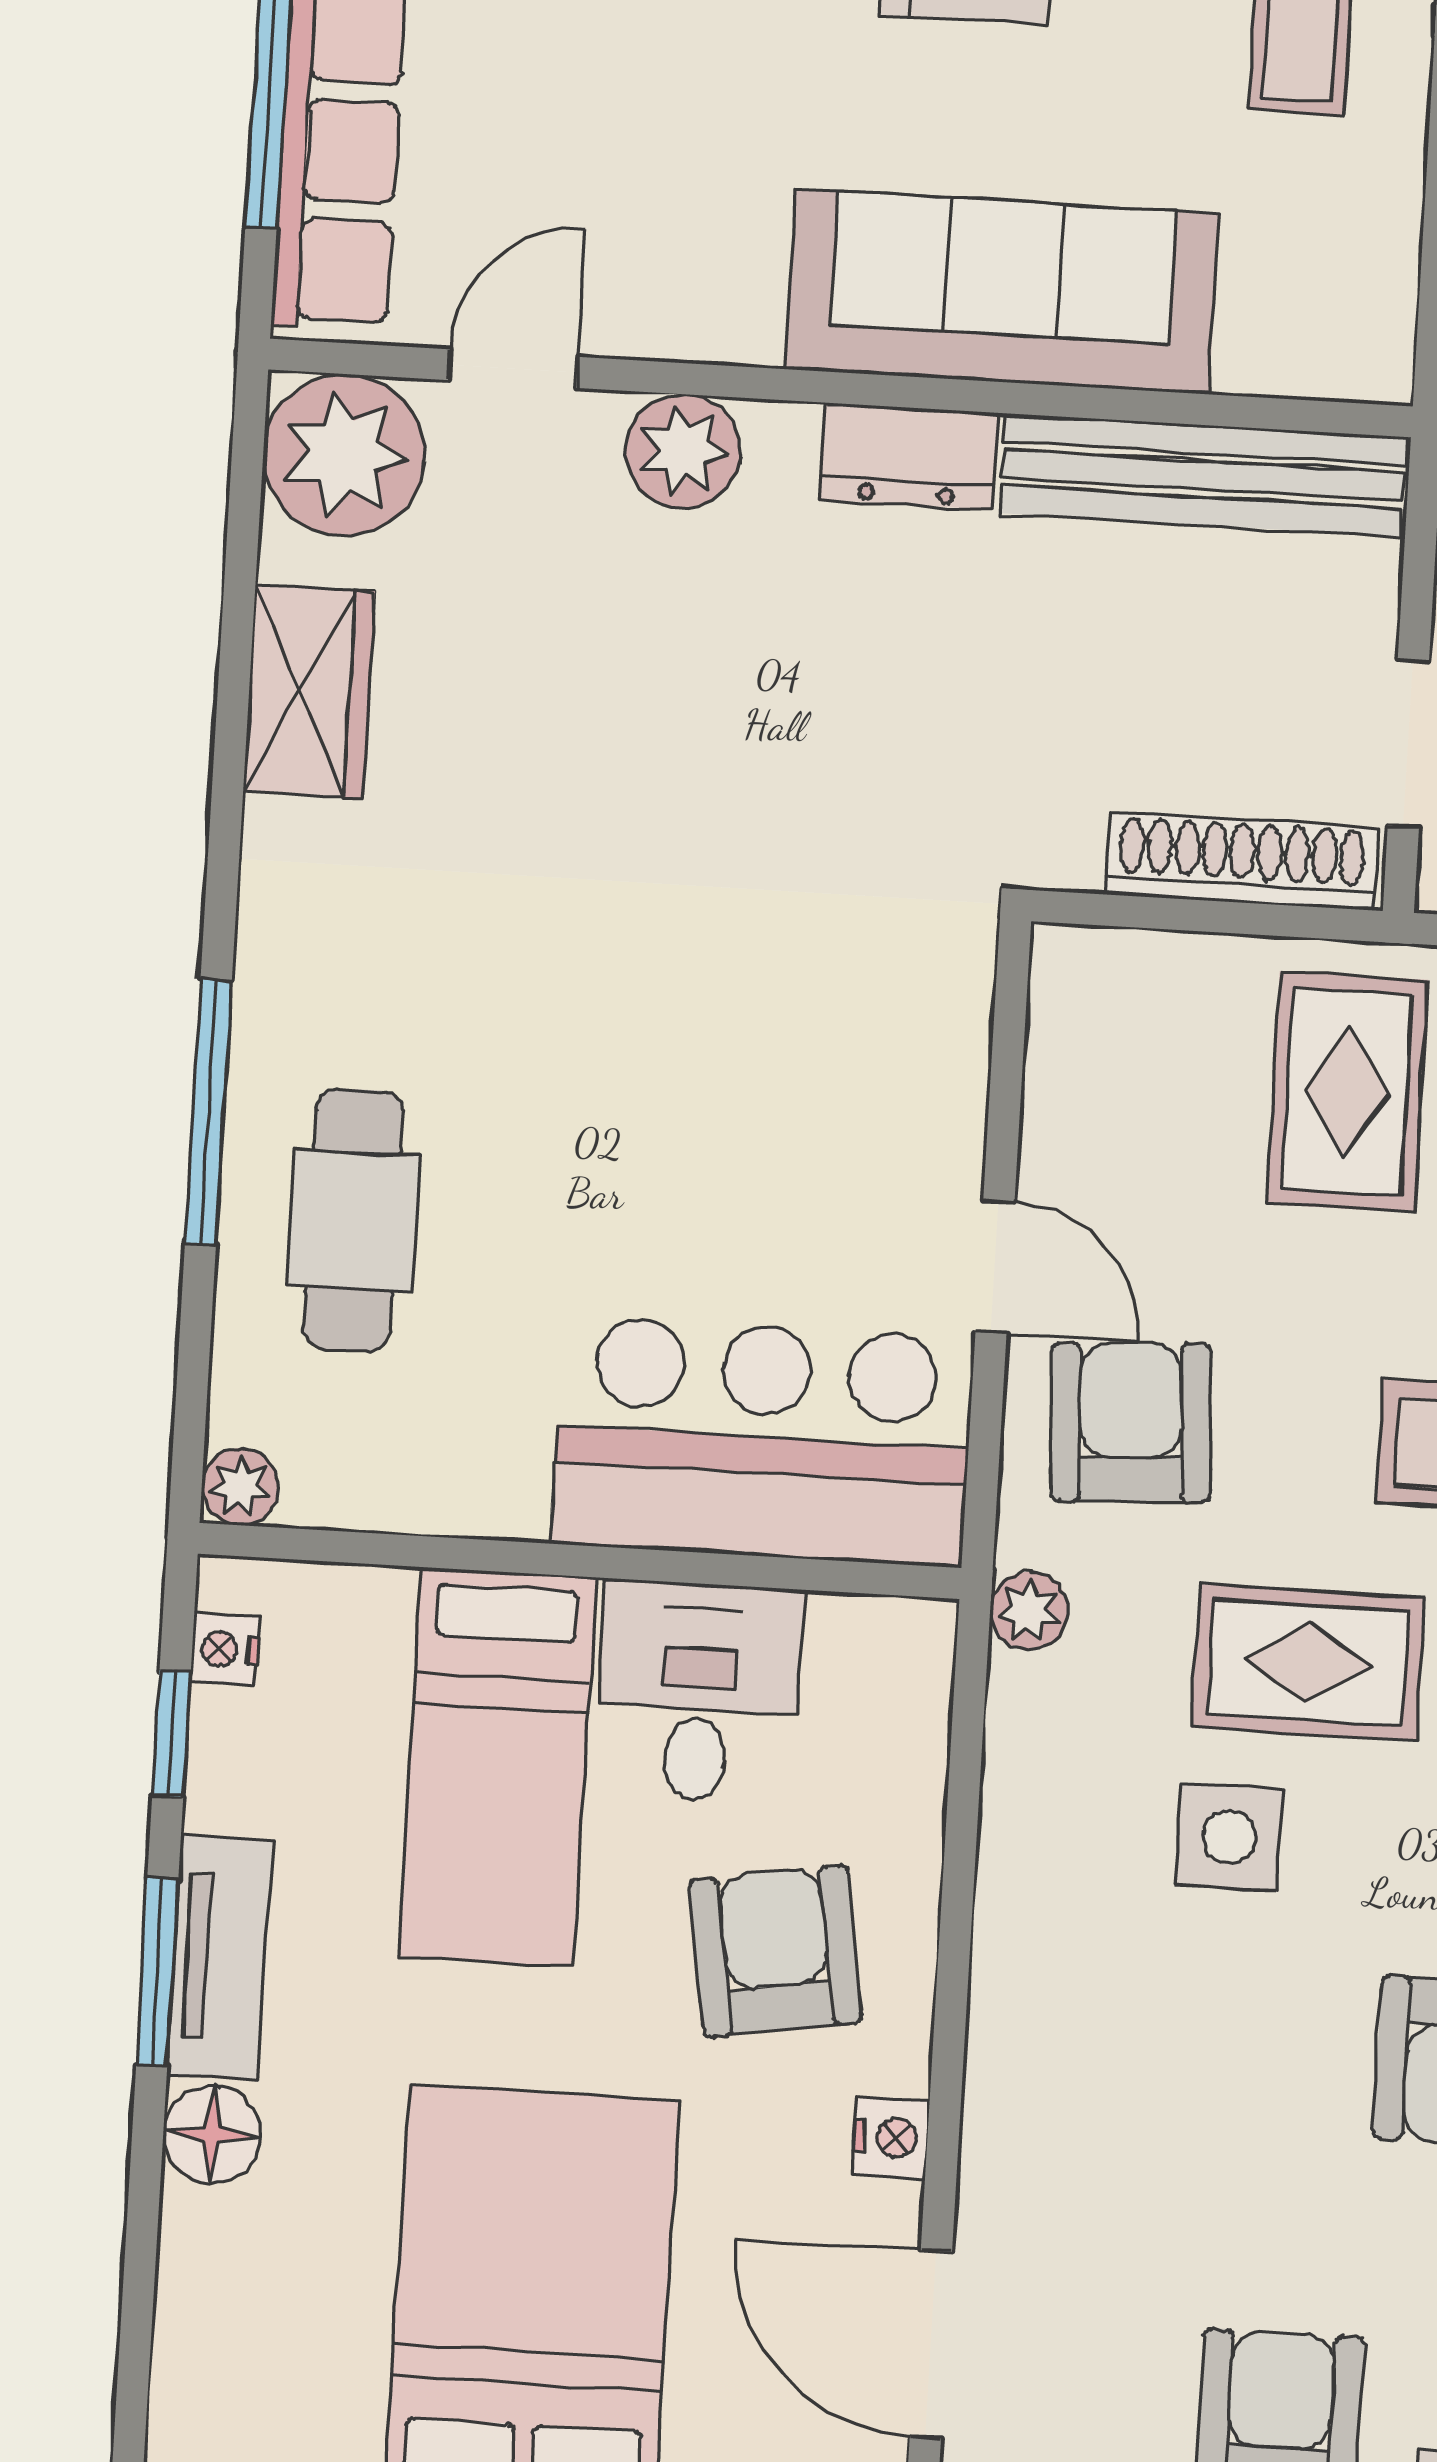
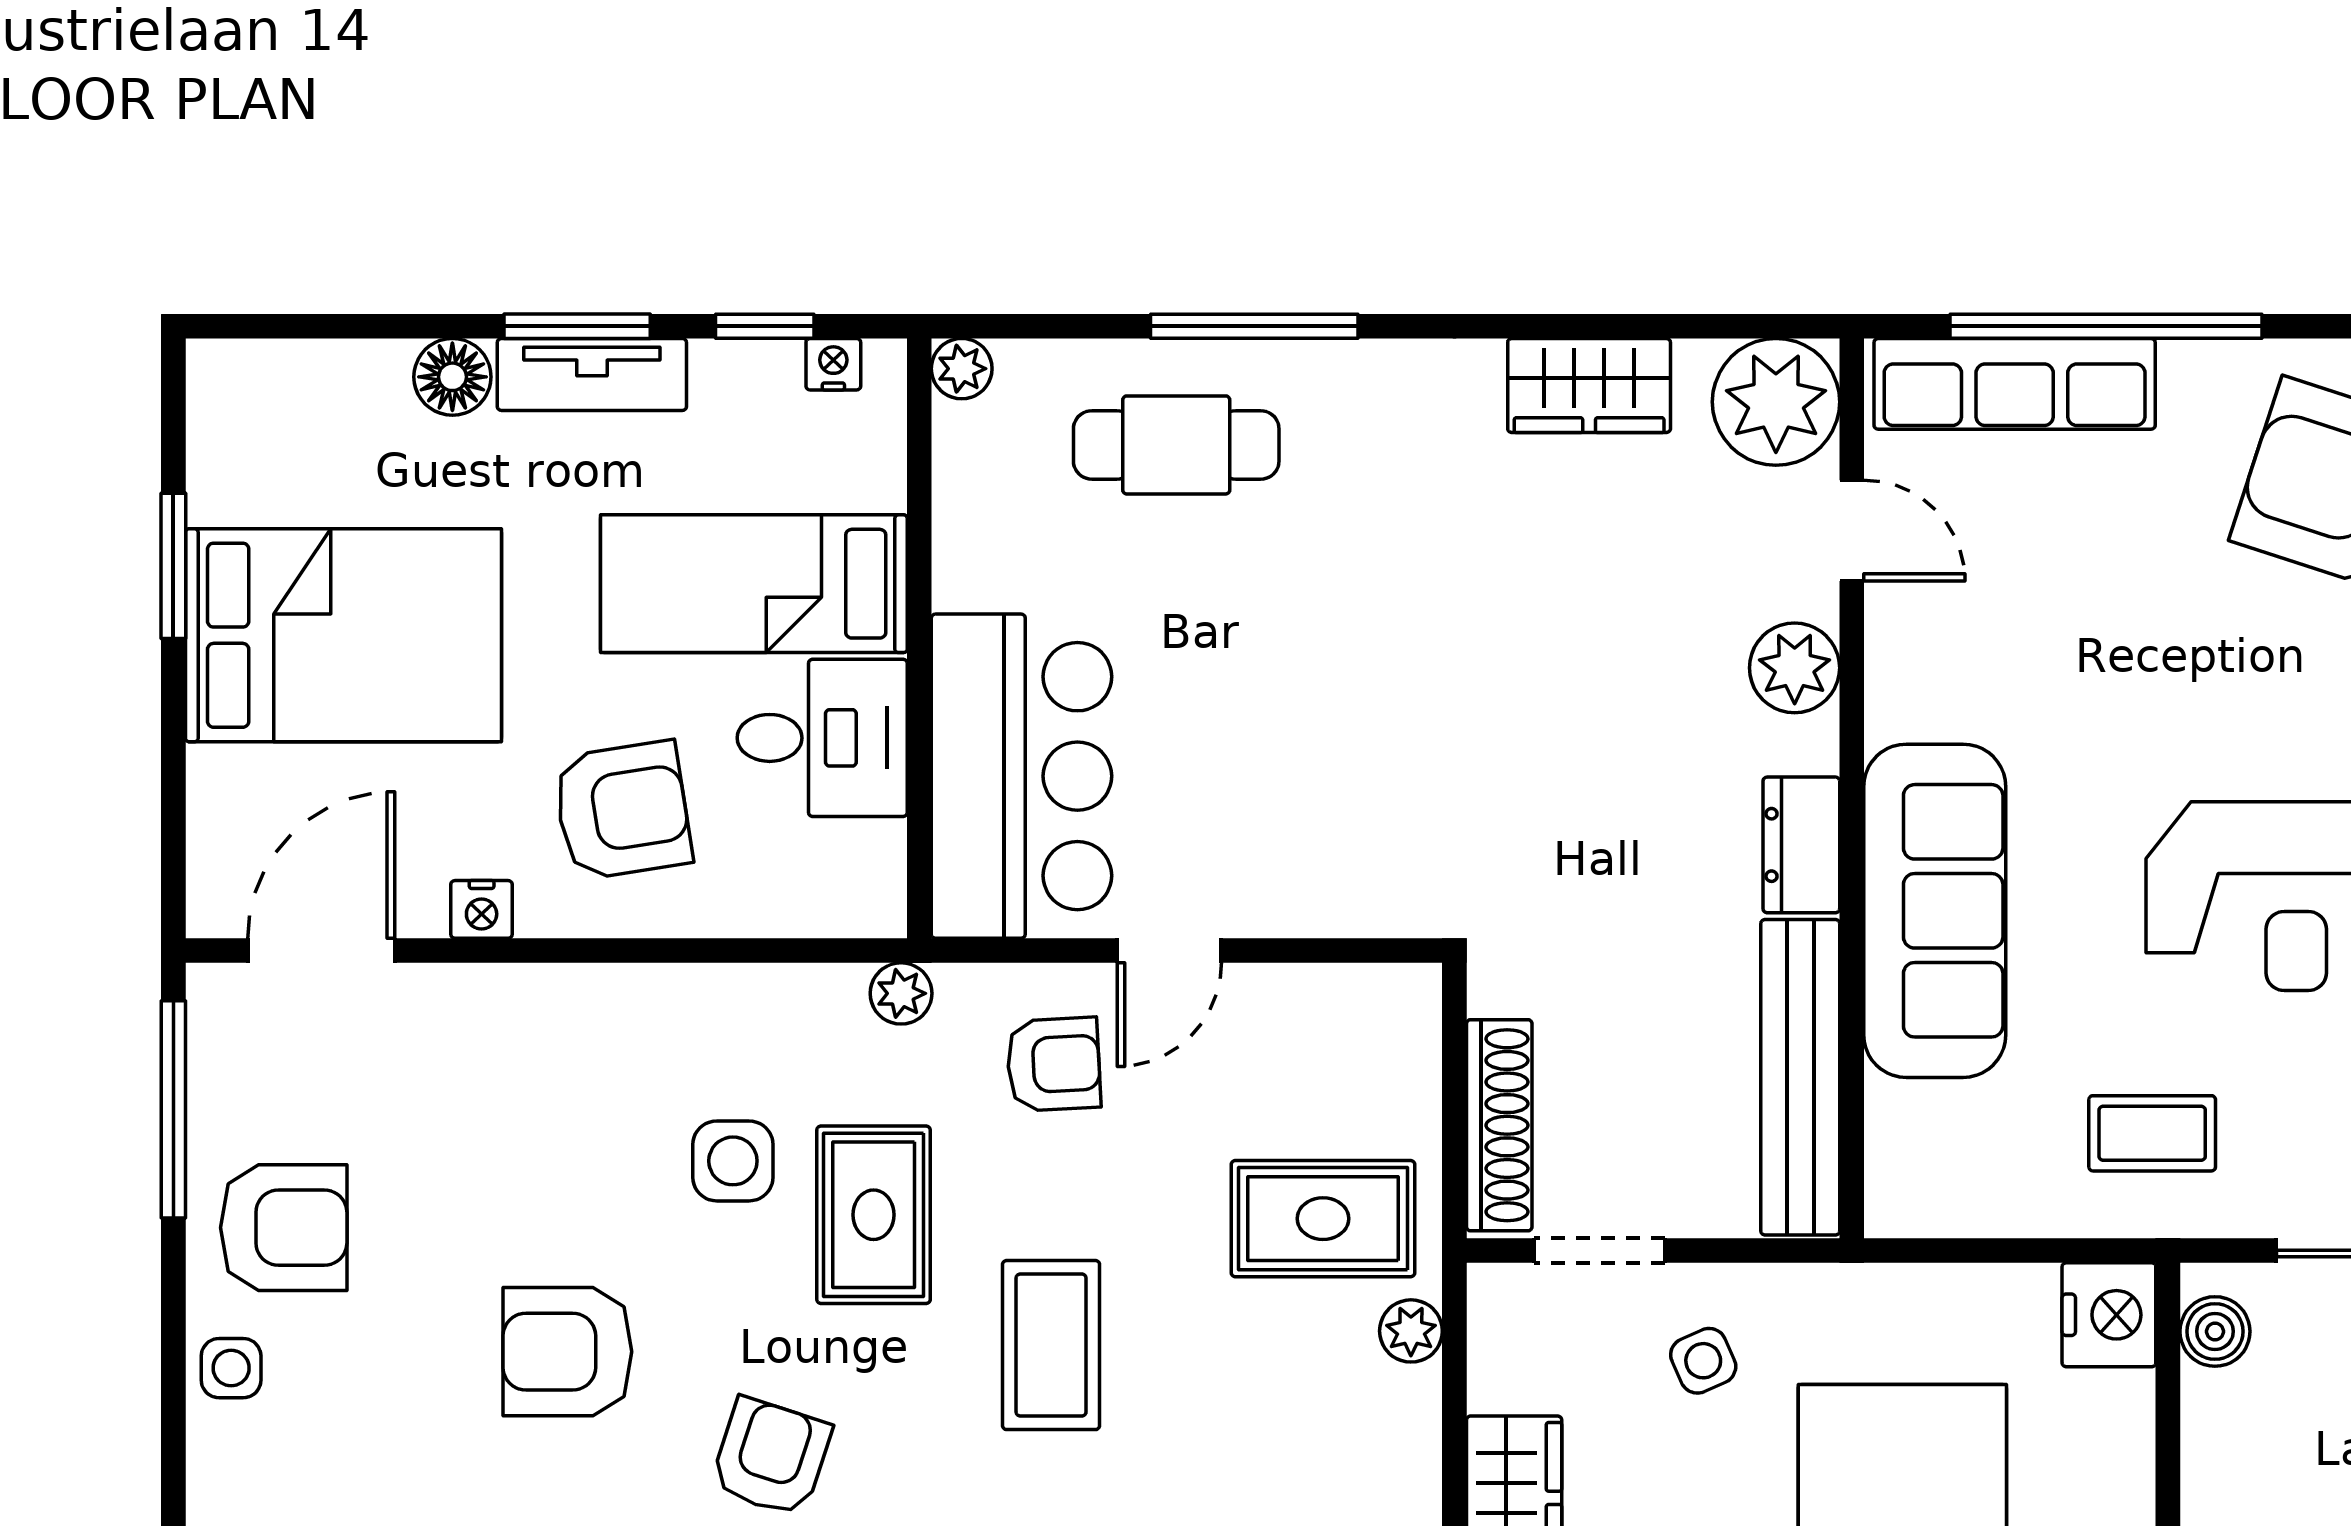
armchair: (1131, 1423) -> (1054, 1064), width x0.72, depth x0.72

